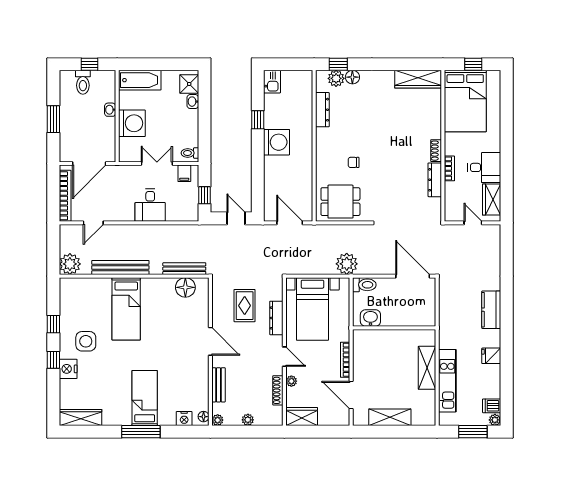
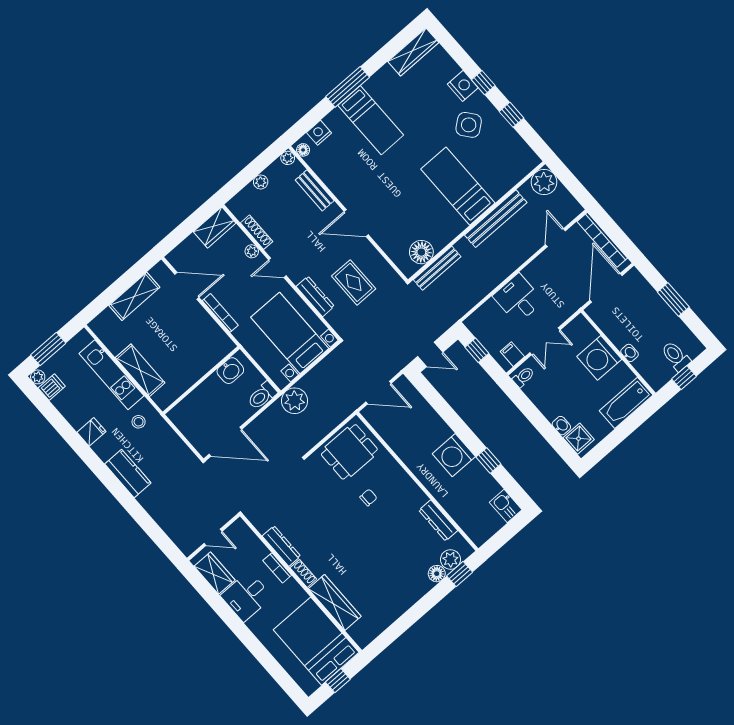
wardrobe: (418, 79) -> (335, 603), moved, turned 90
stool: (456, 336) -> (139, 422), added
side table: (86, 341) -> (469, 125), turned -38

